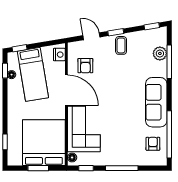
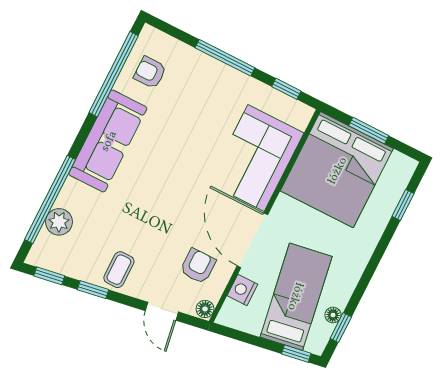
window: (116, 32) -> (93, 290), moved
nightstand: (59, 55) -> (242, 290), moved
window: (169, 62) -> (50, 200), width x1.46
armchair: (153, 144) -> (150, 72), turned 90
floor lamp: (72, 158) -> (205, 309), moved

